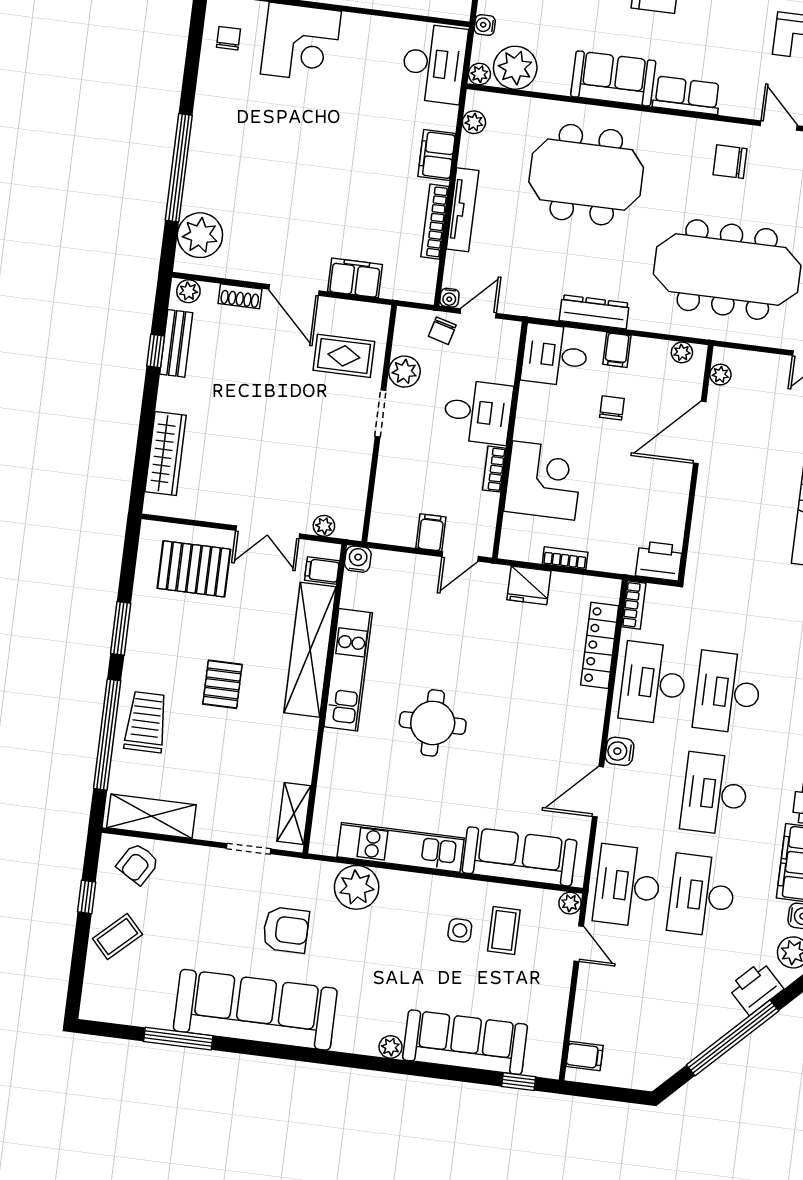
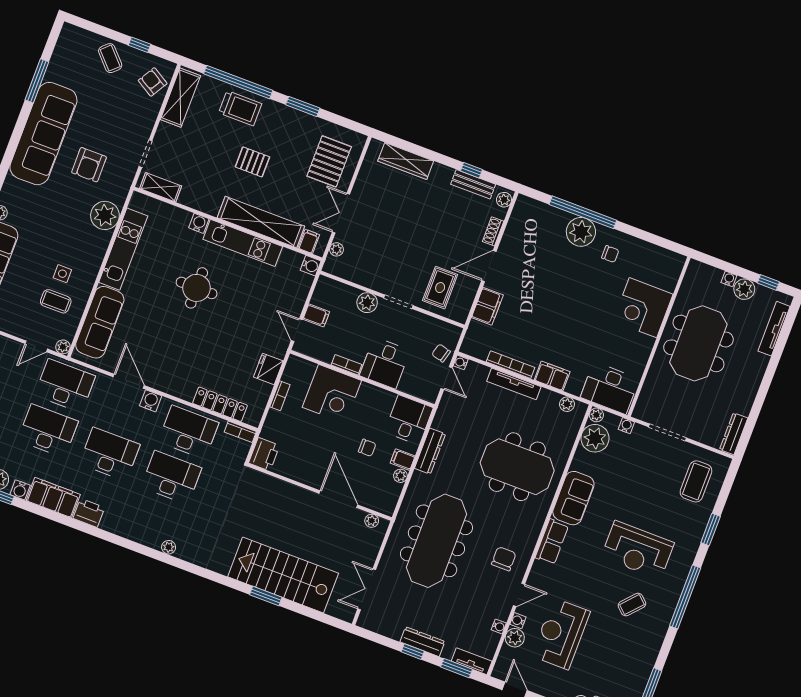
chair: (228, 38) -> (610, 254), moved
meeting table: (586, 175) -> (517, 467), turned 90
plant: (200, 235) -> (581, 232), moved
plant: (682, 352) -> (400, 476), moved
plant: (404, 372) -> (367, 303), moved
water cooler: (334, 743) -> (199, 223), added

